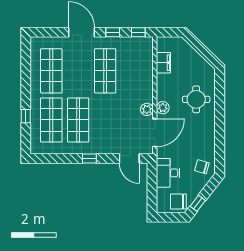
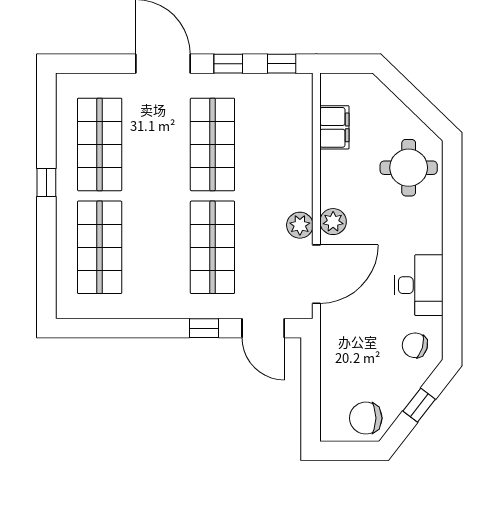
round table: (196, 99) -> (409, 168), moved
window: (26, 116) -> (46, 182), moved
shop shelf: (78, 120) -> (212, 247), moved
window: (89, 159) -> (204, 328), moved
desk: (168, 173) -> (419, 285), moved, turned 180
window: (198, 203) -> (419, 405), moved

